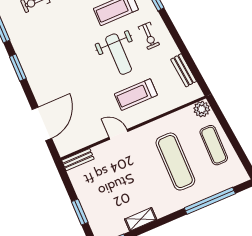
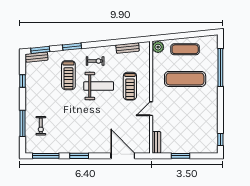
window: (80, 212) -> (181, 156), moved
shelving: (141, 219) -> (213, 118), removed

